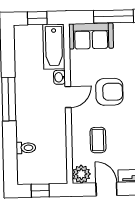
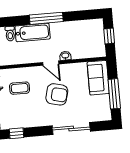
bathtub: (54, 47) -> (33, 32), moved, turned 180
armchair: (109, 92) -> (57, 94), turned -76

